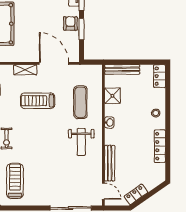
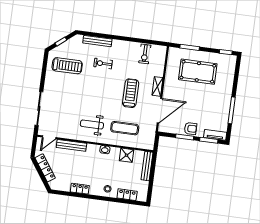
locker: (160, 76) -> (127, 195), moved
locker: (160, 146) -> (80, 189), width x0.66
locker: (136, 194) -> (45, 168), width x1.53

